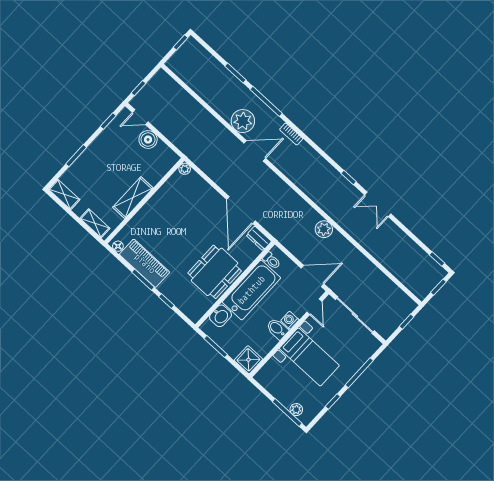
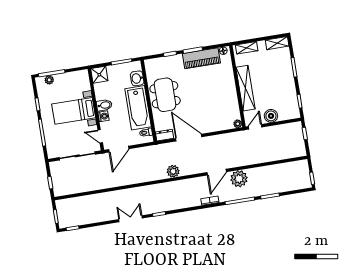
door: (140, 117) -> (255, 127), moved
shelving: (133, 198) -> (246, 88), width x1.47
plant: (324, 229) -> (173, 171), moved

